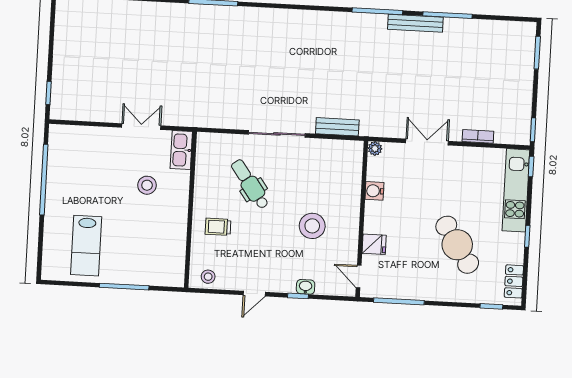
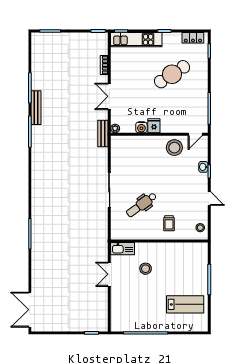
bench: (337, 127) -> (103, 134), moved
stool: (312, 226) -> (174, 148), moved
fridge: (374, 244) -> (154, 126), moved

